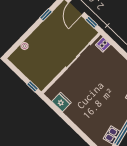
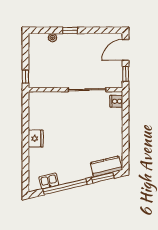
window: (46, 15) -> (70, 30), moved
fridge: (61, 102) -> (36, 138), moved

